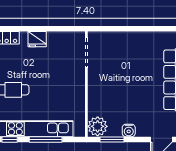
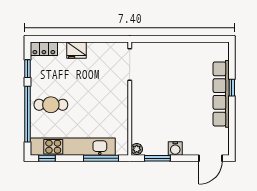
plant: (98, 126) -> (137, 149), width x0.53, depth x0.53
window: (46, 139) -> (101, 158), moved

